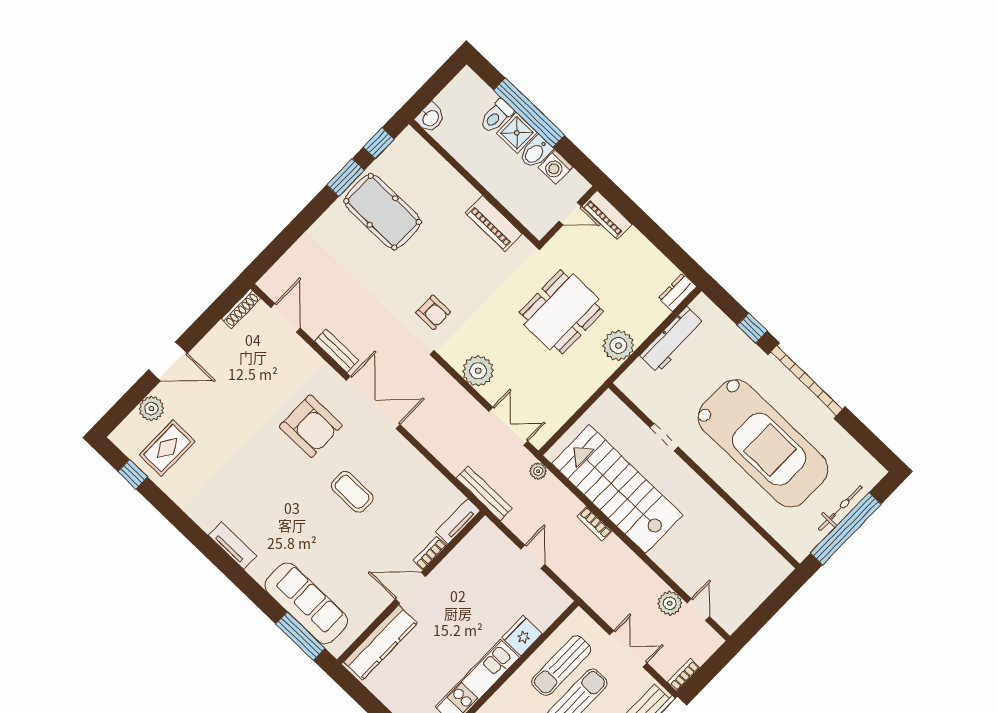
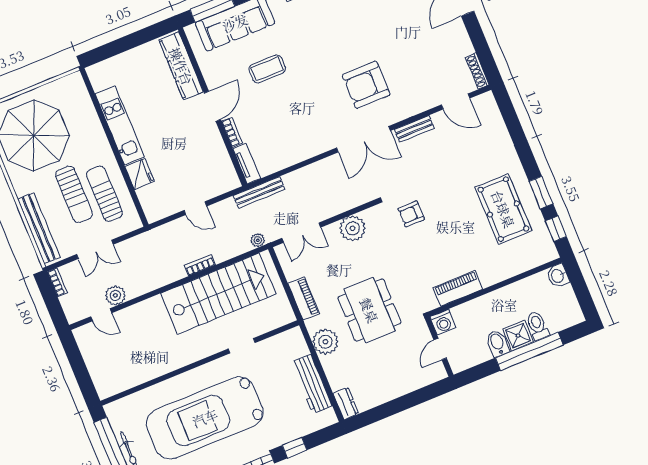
washing machine: (556, 167) -> (443, 322), moved, turned 180
pool table: (382, 212) -> (503, 209), turned 90
piano: (607, 215) -> (304, 298), moved, turned 90
coffee table: (352, 492) -> (267, 69), moved

